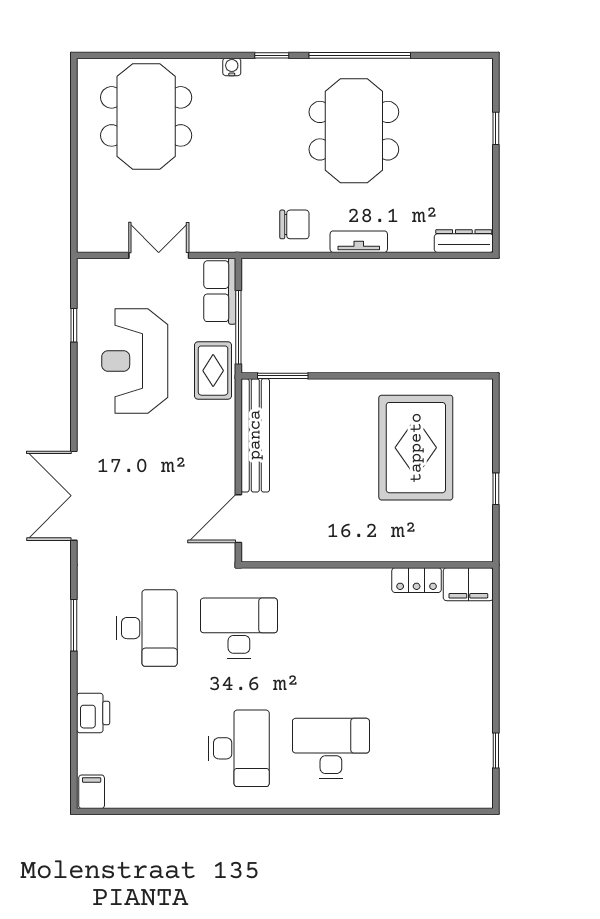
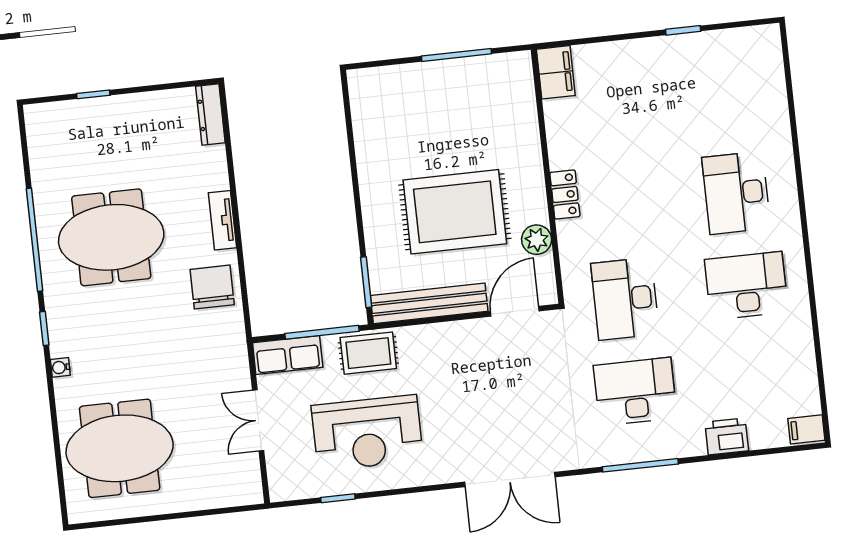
chair: (294, 224) -> (212, 287), width x1.37, depth x1.37
rug: (416, 448) -> (455, 212), moved
window: (496, 489) -> (456, 55), width x2.17
door: (238, 519) -> (515, 311), swing flipped
plant: (306, 548) -> (537, 240), added
locker: (417, 580) -> (565, 194), moved
window: (74, 625) -> (640, 465), width x1.44
window: (496, 751) -> (683, 30), moved

